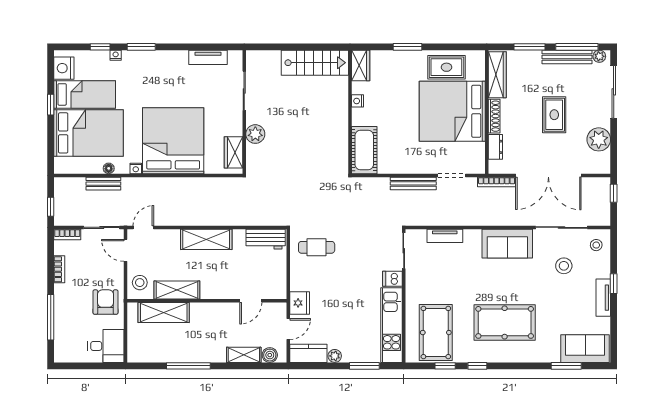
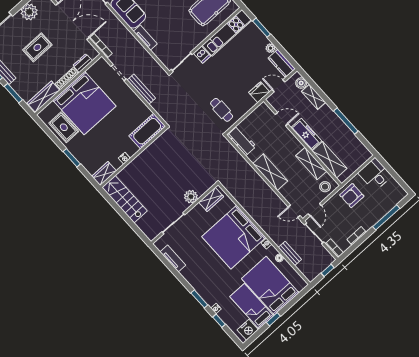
tv unit: (445, 236) -> (145, 38), moved
freezer: (212, 312) -> (306, 134), added

